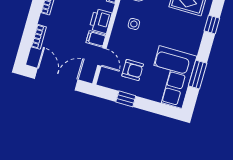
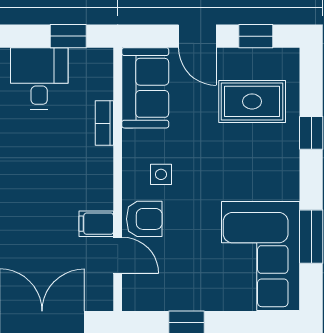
printer: (101, 21) -> (95, 187), removed
armchair: (133, 70) -> (144, 219), moved

